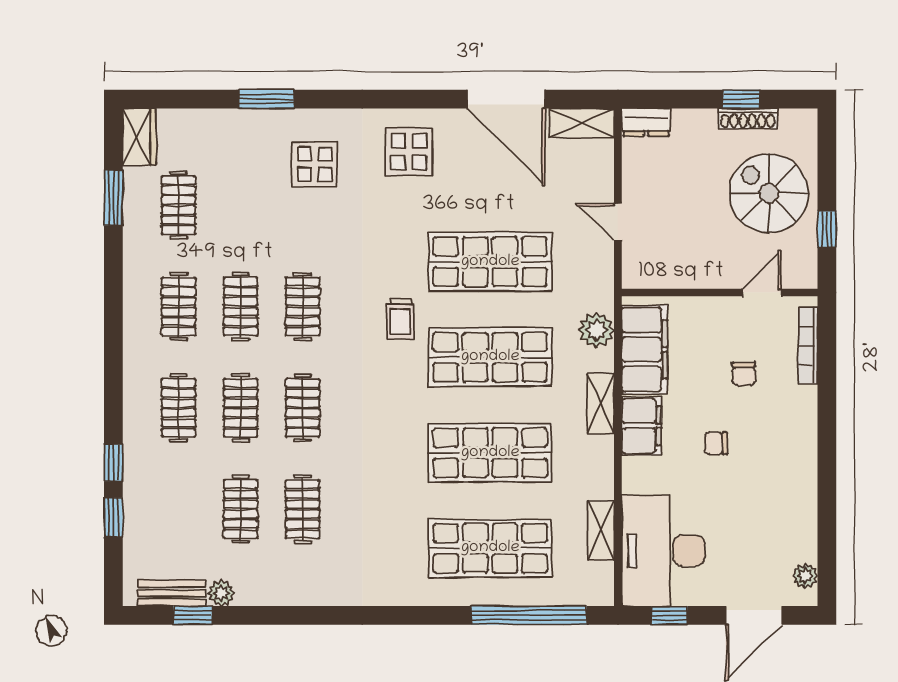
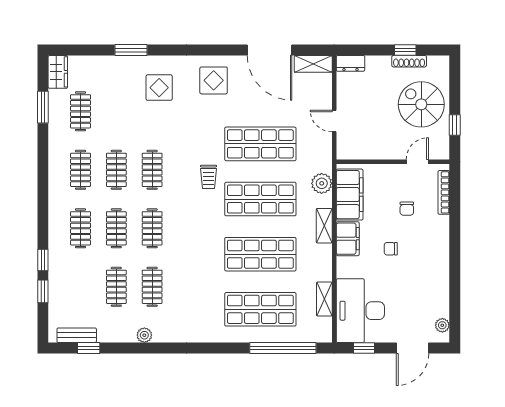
plant: (221, 593) -> (144, 335), moved

